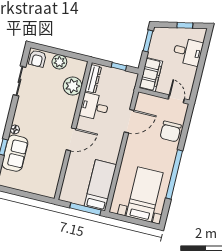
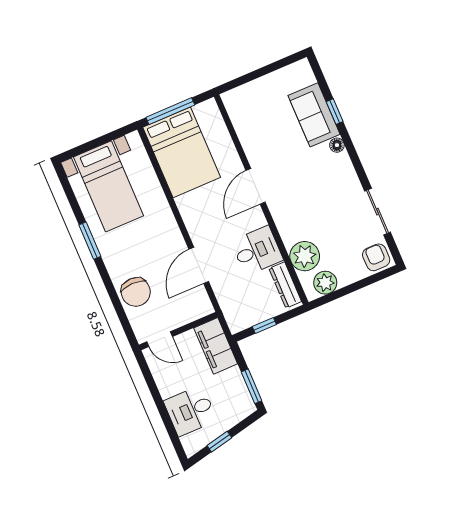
plant: (59, 62) -> (325, 283), moved
chair: (171, 131) -> (136, 292), turned 180
window: (174, 174) -> (90, 241), width x0.47
bed: (100, 185) -> (182, 152), width x1.50

